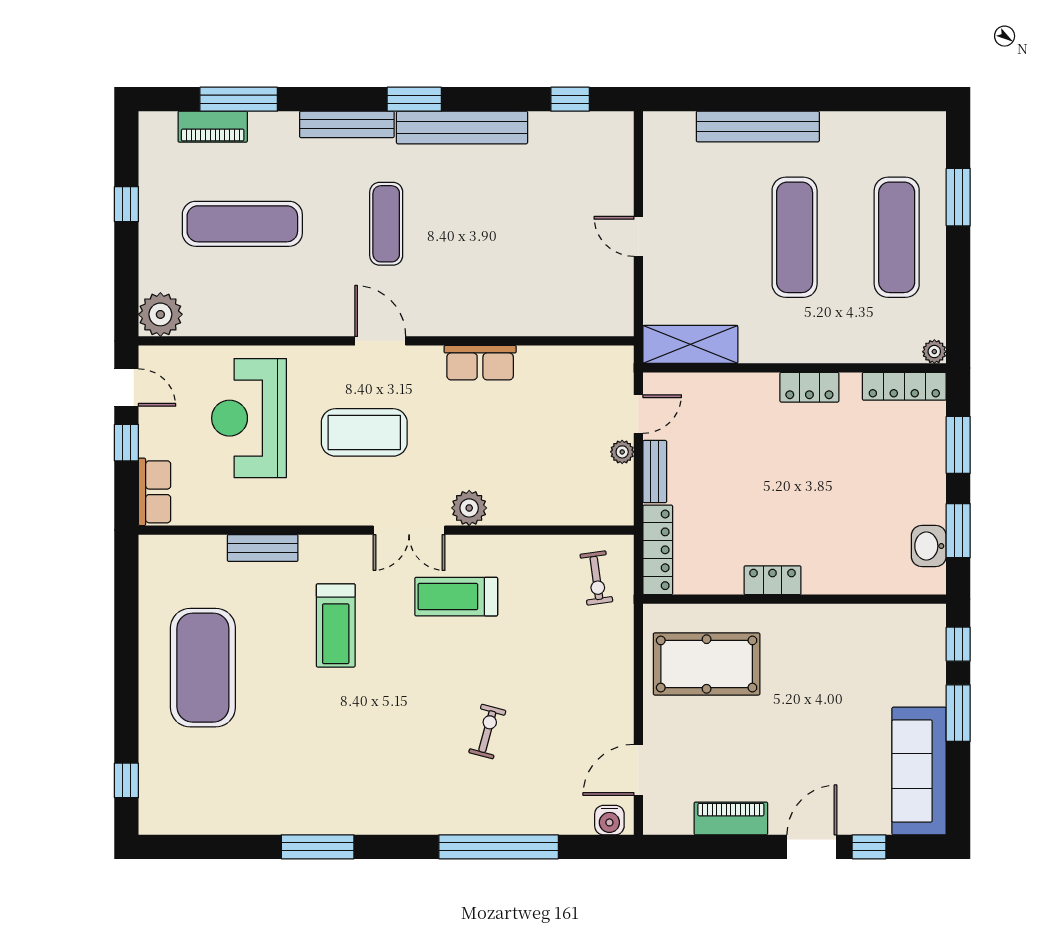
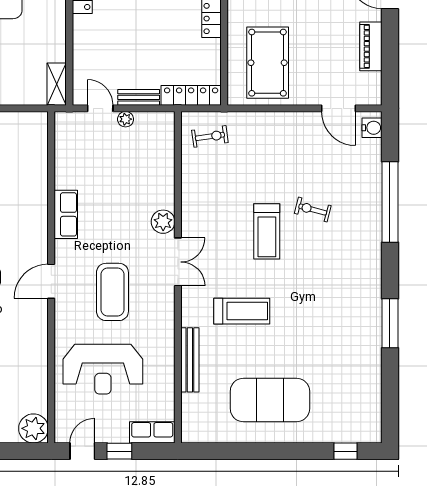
shelving: (690, 344) -> (57, 84), width x0.67, depth x0.75
bench: (263, 548) -> (190, 360), width x1.36
treadmill: (456, 597) -> (267, 231), moved

